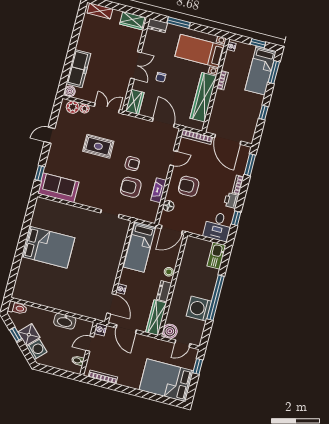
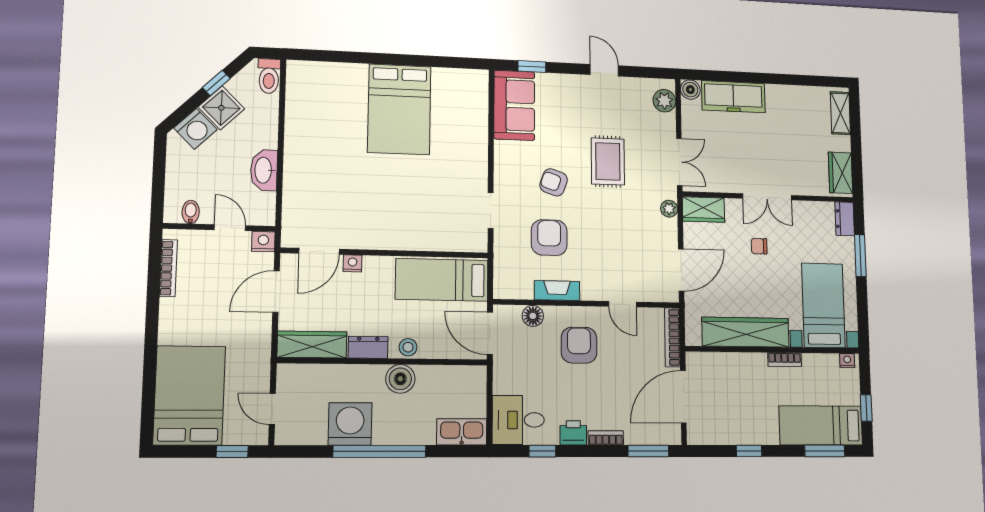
plant: (84, 109) -> (669, 209), moved
armchair: (132, 164) -> (554, 182), moved, turned 109
boiler: (170, 331) -> (400, 379), moved

